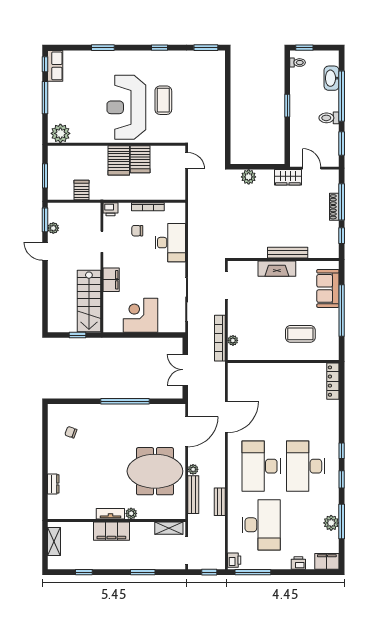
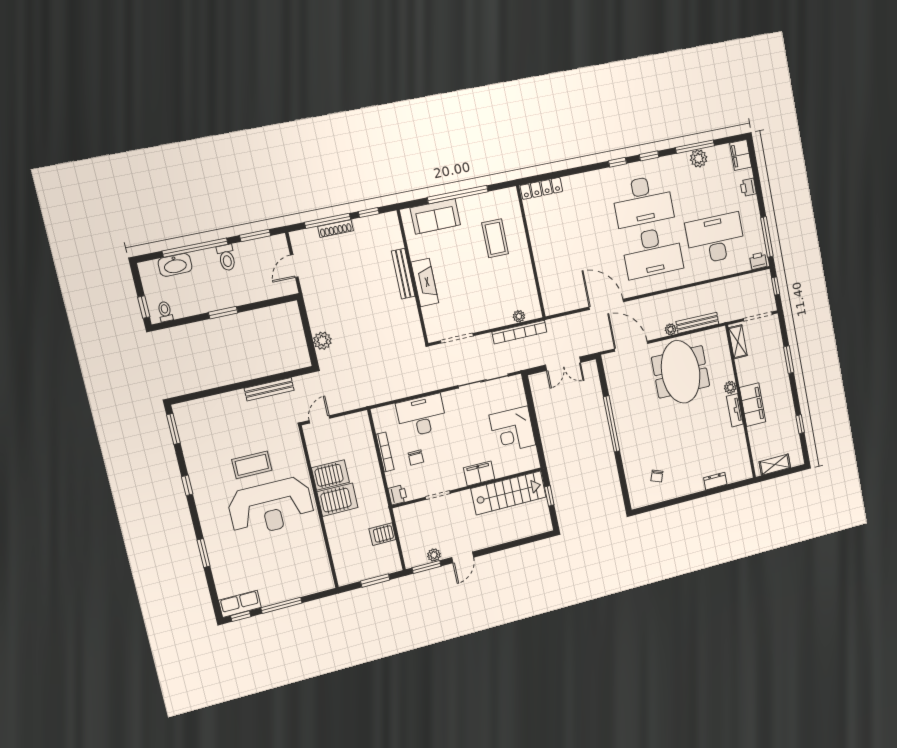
plant: (60, 133) -> (321, 576), removed
wardrobe: (288, 177) -> (312, 293), removed
bench: (220, 502) -> (269, 389), moved, width x1.36

